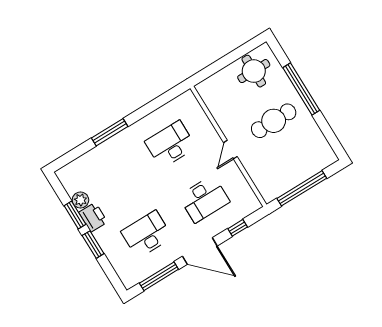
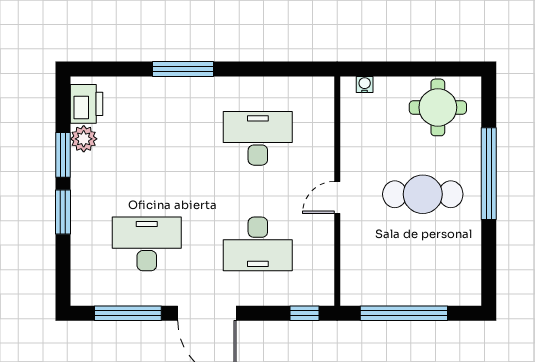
water cooler: (209, 82) -> (365, 84), added
printer: (93, 217) -> (86, 104), moved
window: (238, 228) -> (305, 313), moved

